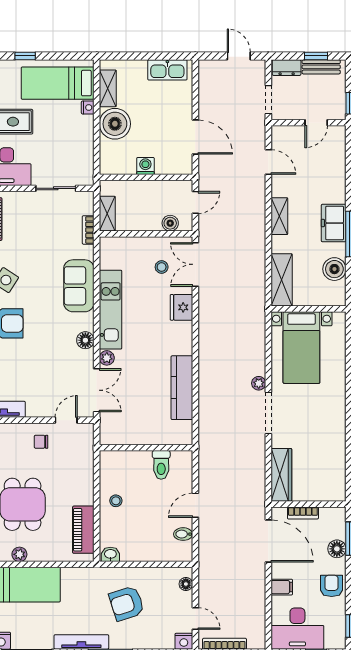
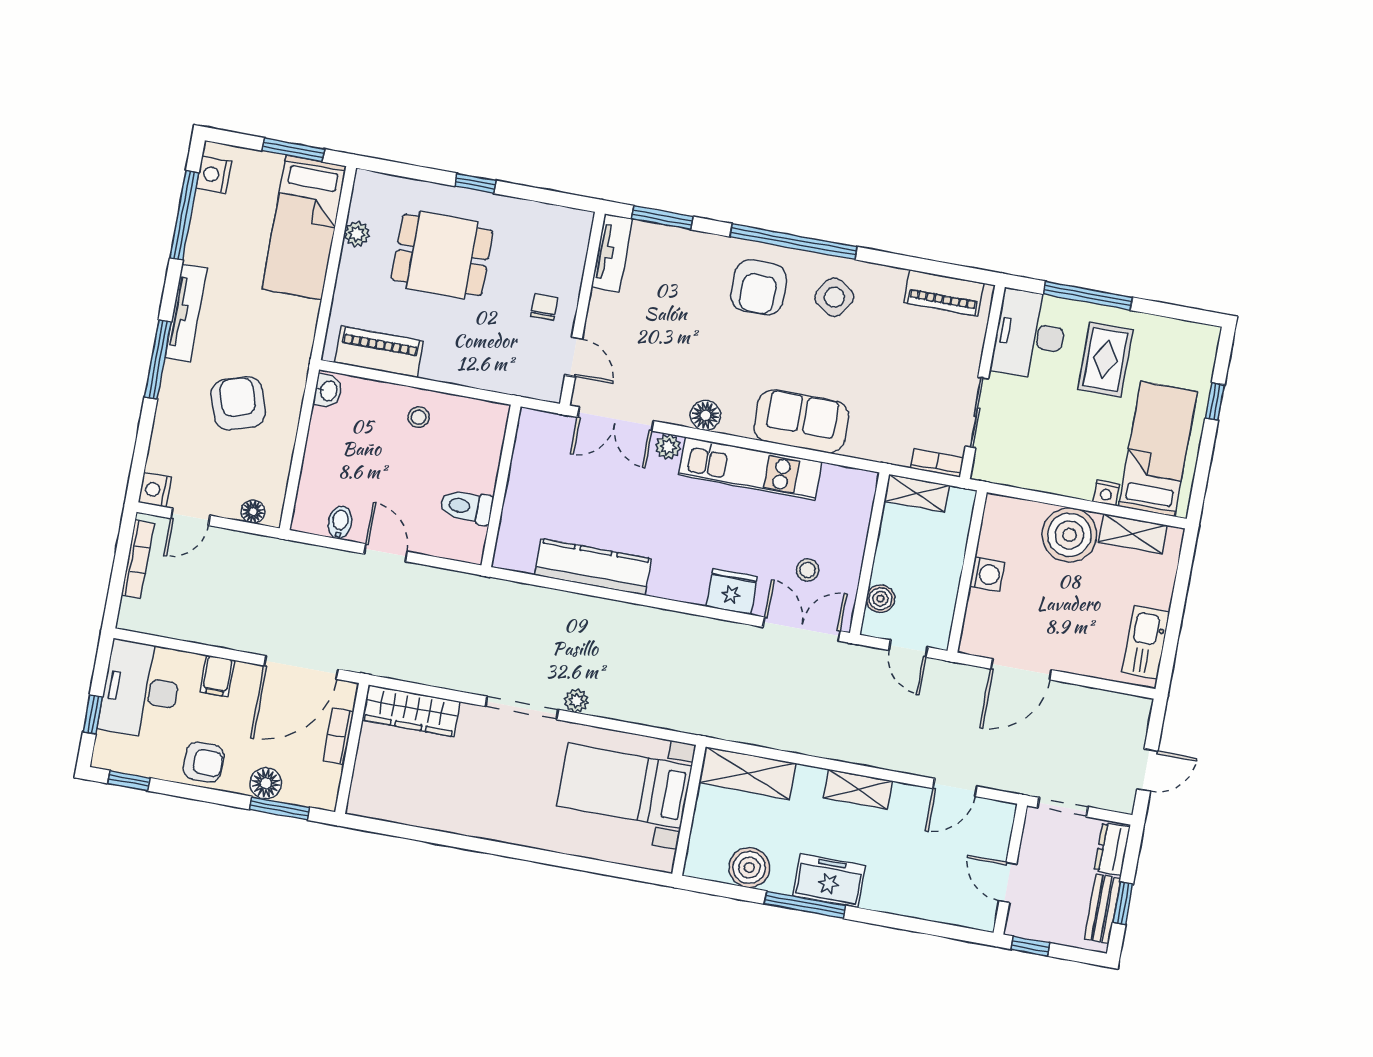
bookcase: (88, 230) -> (937, 463), moved

